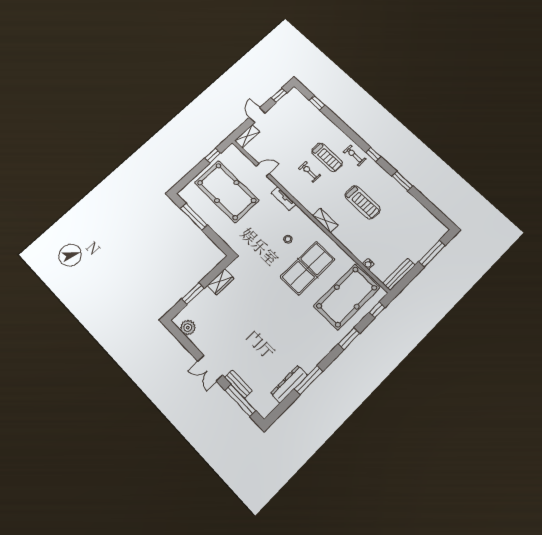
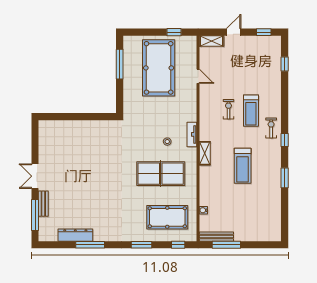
tv unit: (284, 199) -> (192, 134), moved
window: (432, 254) -> (226, 245), moved
wardrobe: (221, 282) -> (95, 127), removed
window: (193, 294) -> (70, 117), removed
pool table: (347, 297) -> (167, 217), width x0.73, depth x0.76
plant: (188, 328) -> (45, 136), removed

